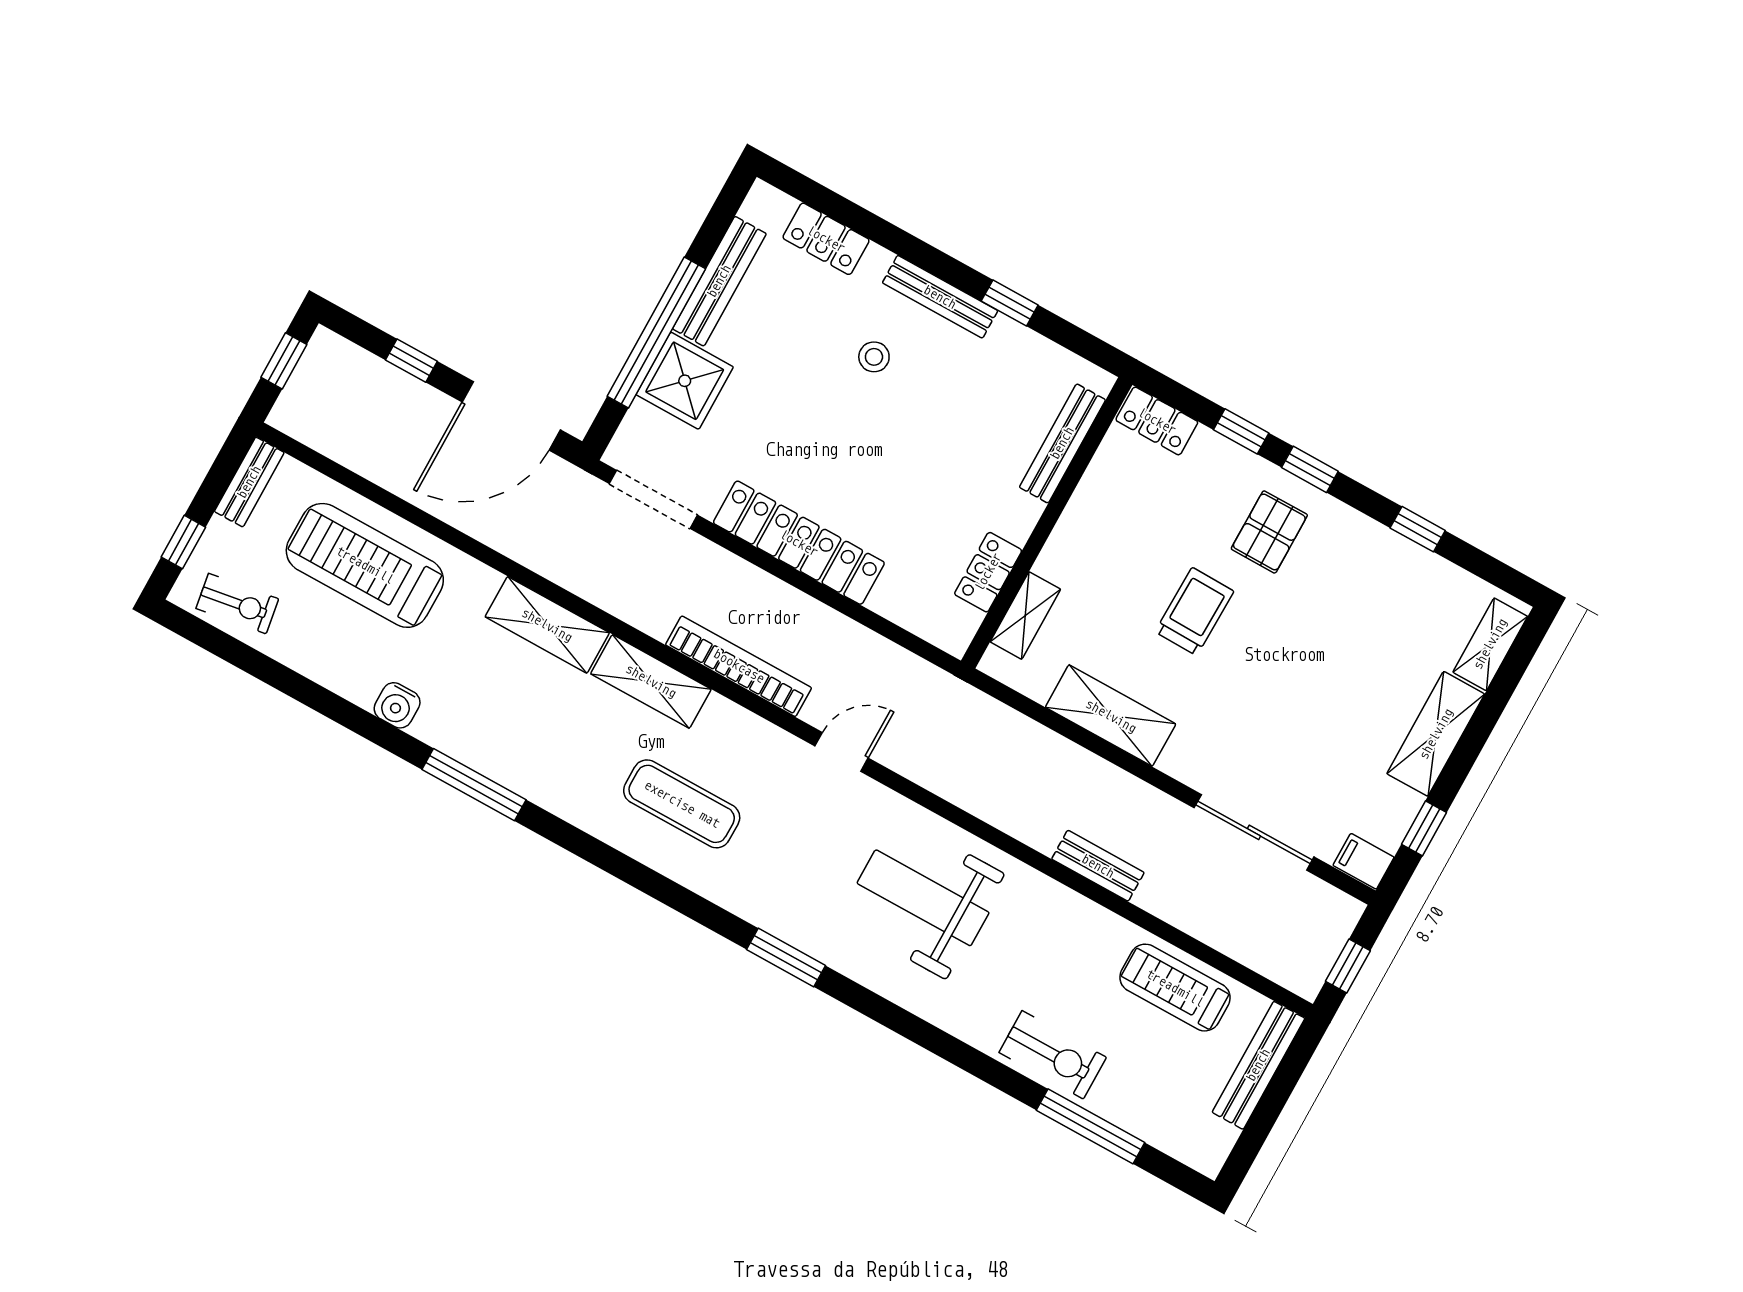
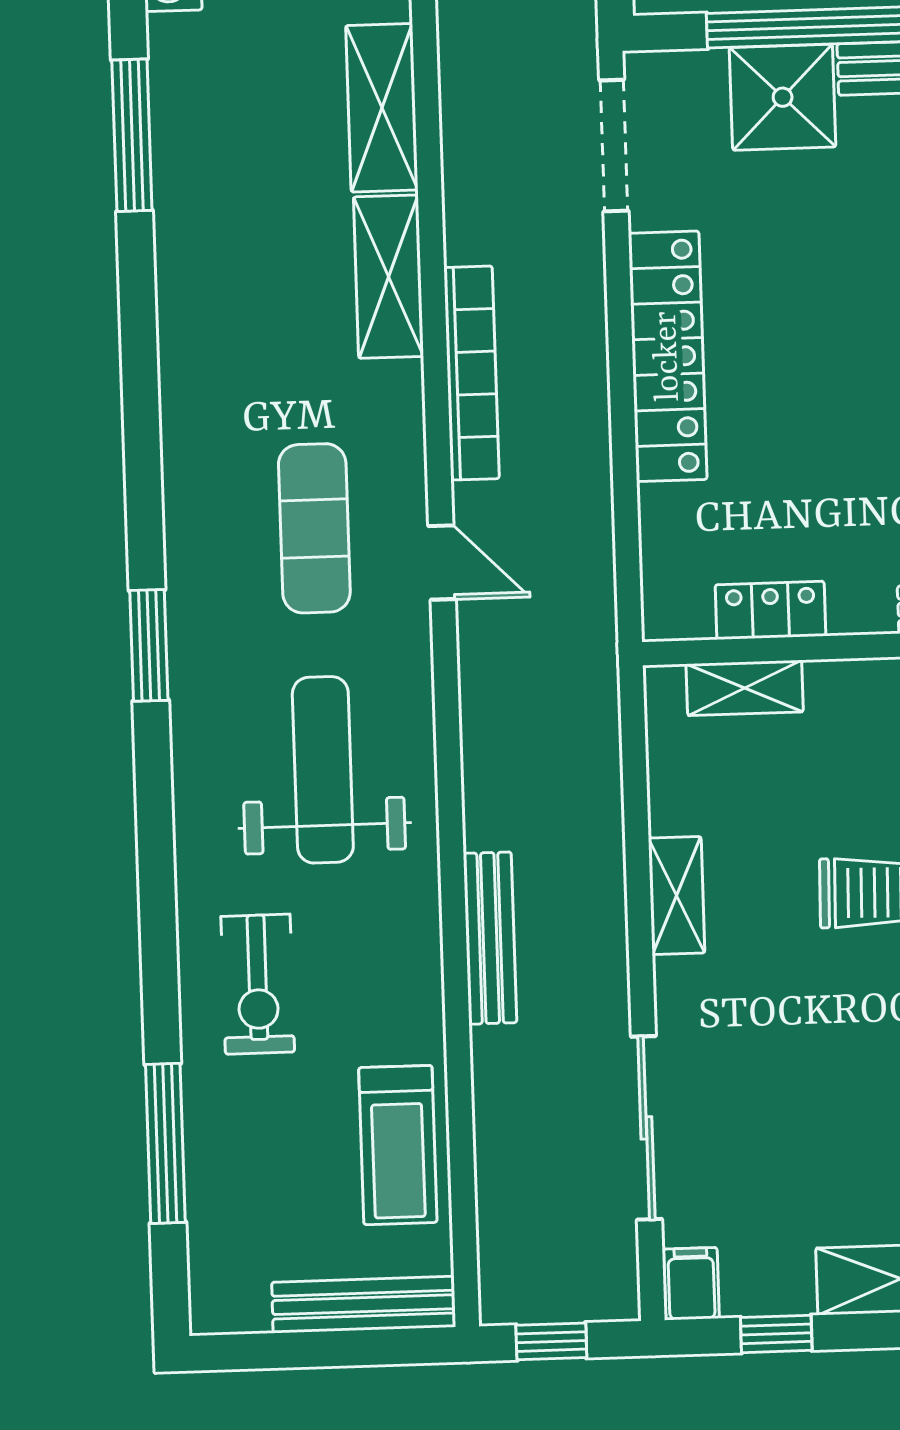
shelving: (1111, 716) -> (677, 896), width x0.67, depth x0.75
exercise mat: (682, 804) -> (314, 528), moved
bench: (1098, 866) -> (490, 938), width x1.36
treadmill: (1175, 988) -> (398, 1145), turned 180
exercise bike: (1053, 1055) -> (258, 984), moved

